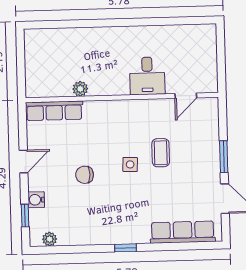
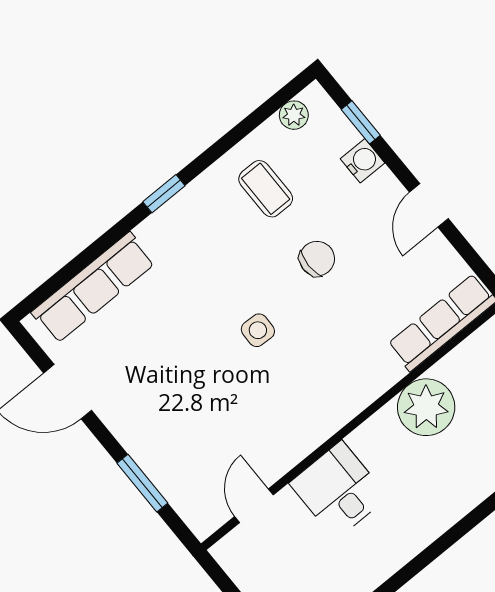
plant: (80, 89) -> (426, 407), width x1.88, depth x1.88
coffee table: (161, 153) -> (266, 189), moved
window: (224, 157) -> (142, 483), moved

